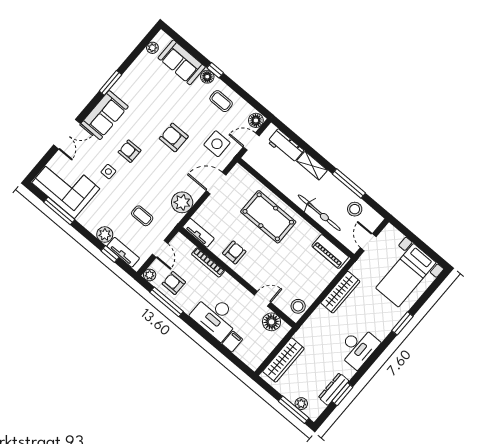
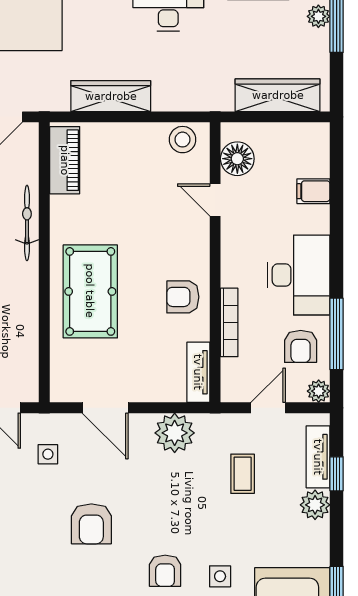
side table: (217, 144) -> (48, 454), width x0.54, depth x0.54
bicycle: (319, 213) -> (27, 223), width x0.73, depth x0.71
desk: (215, 317) -> (299, 275), moved

